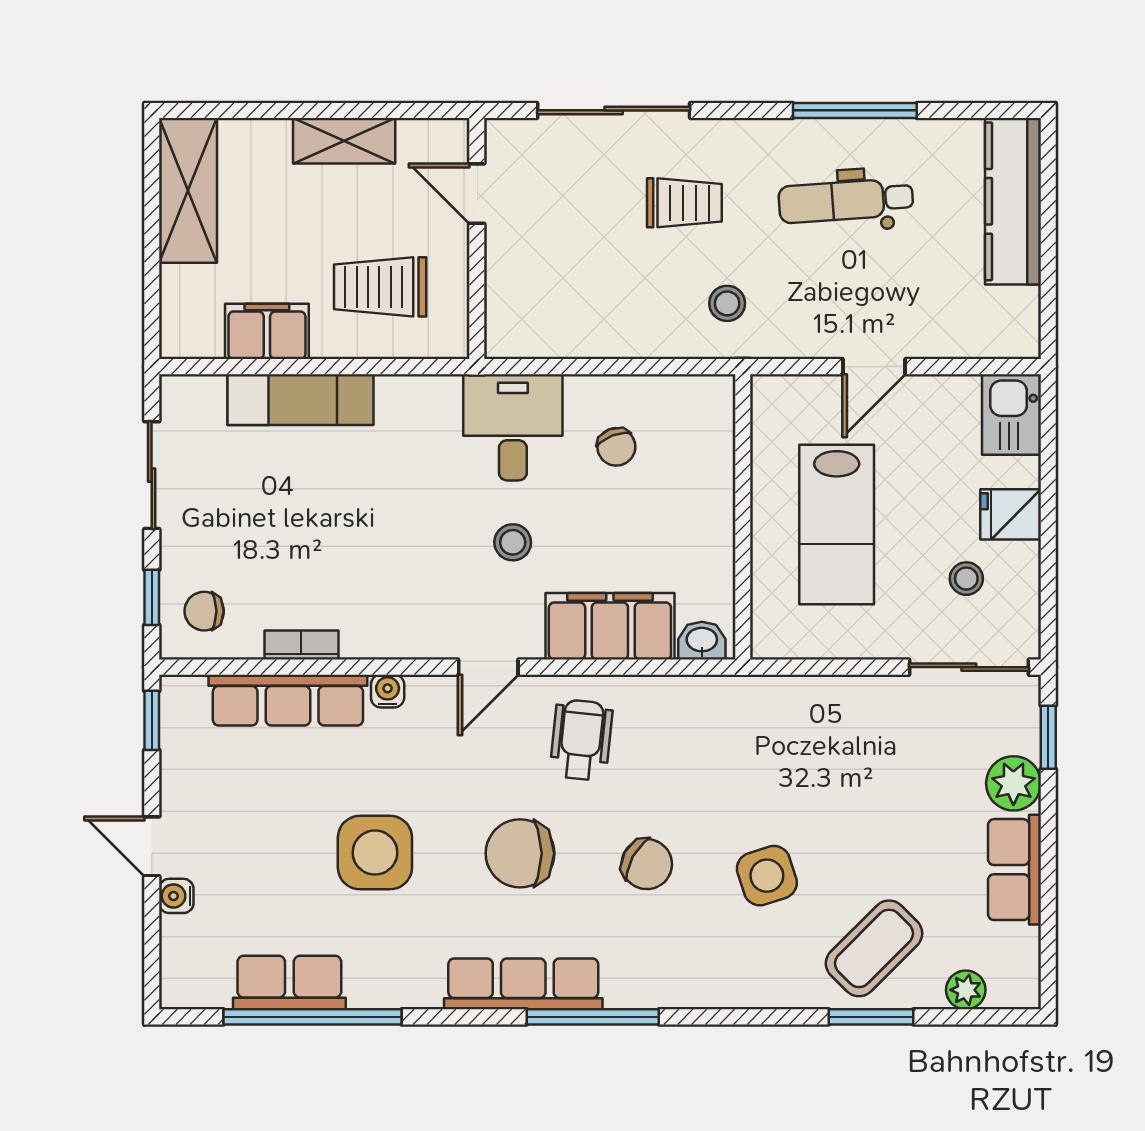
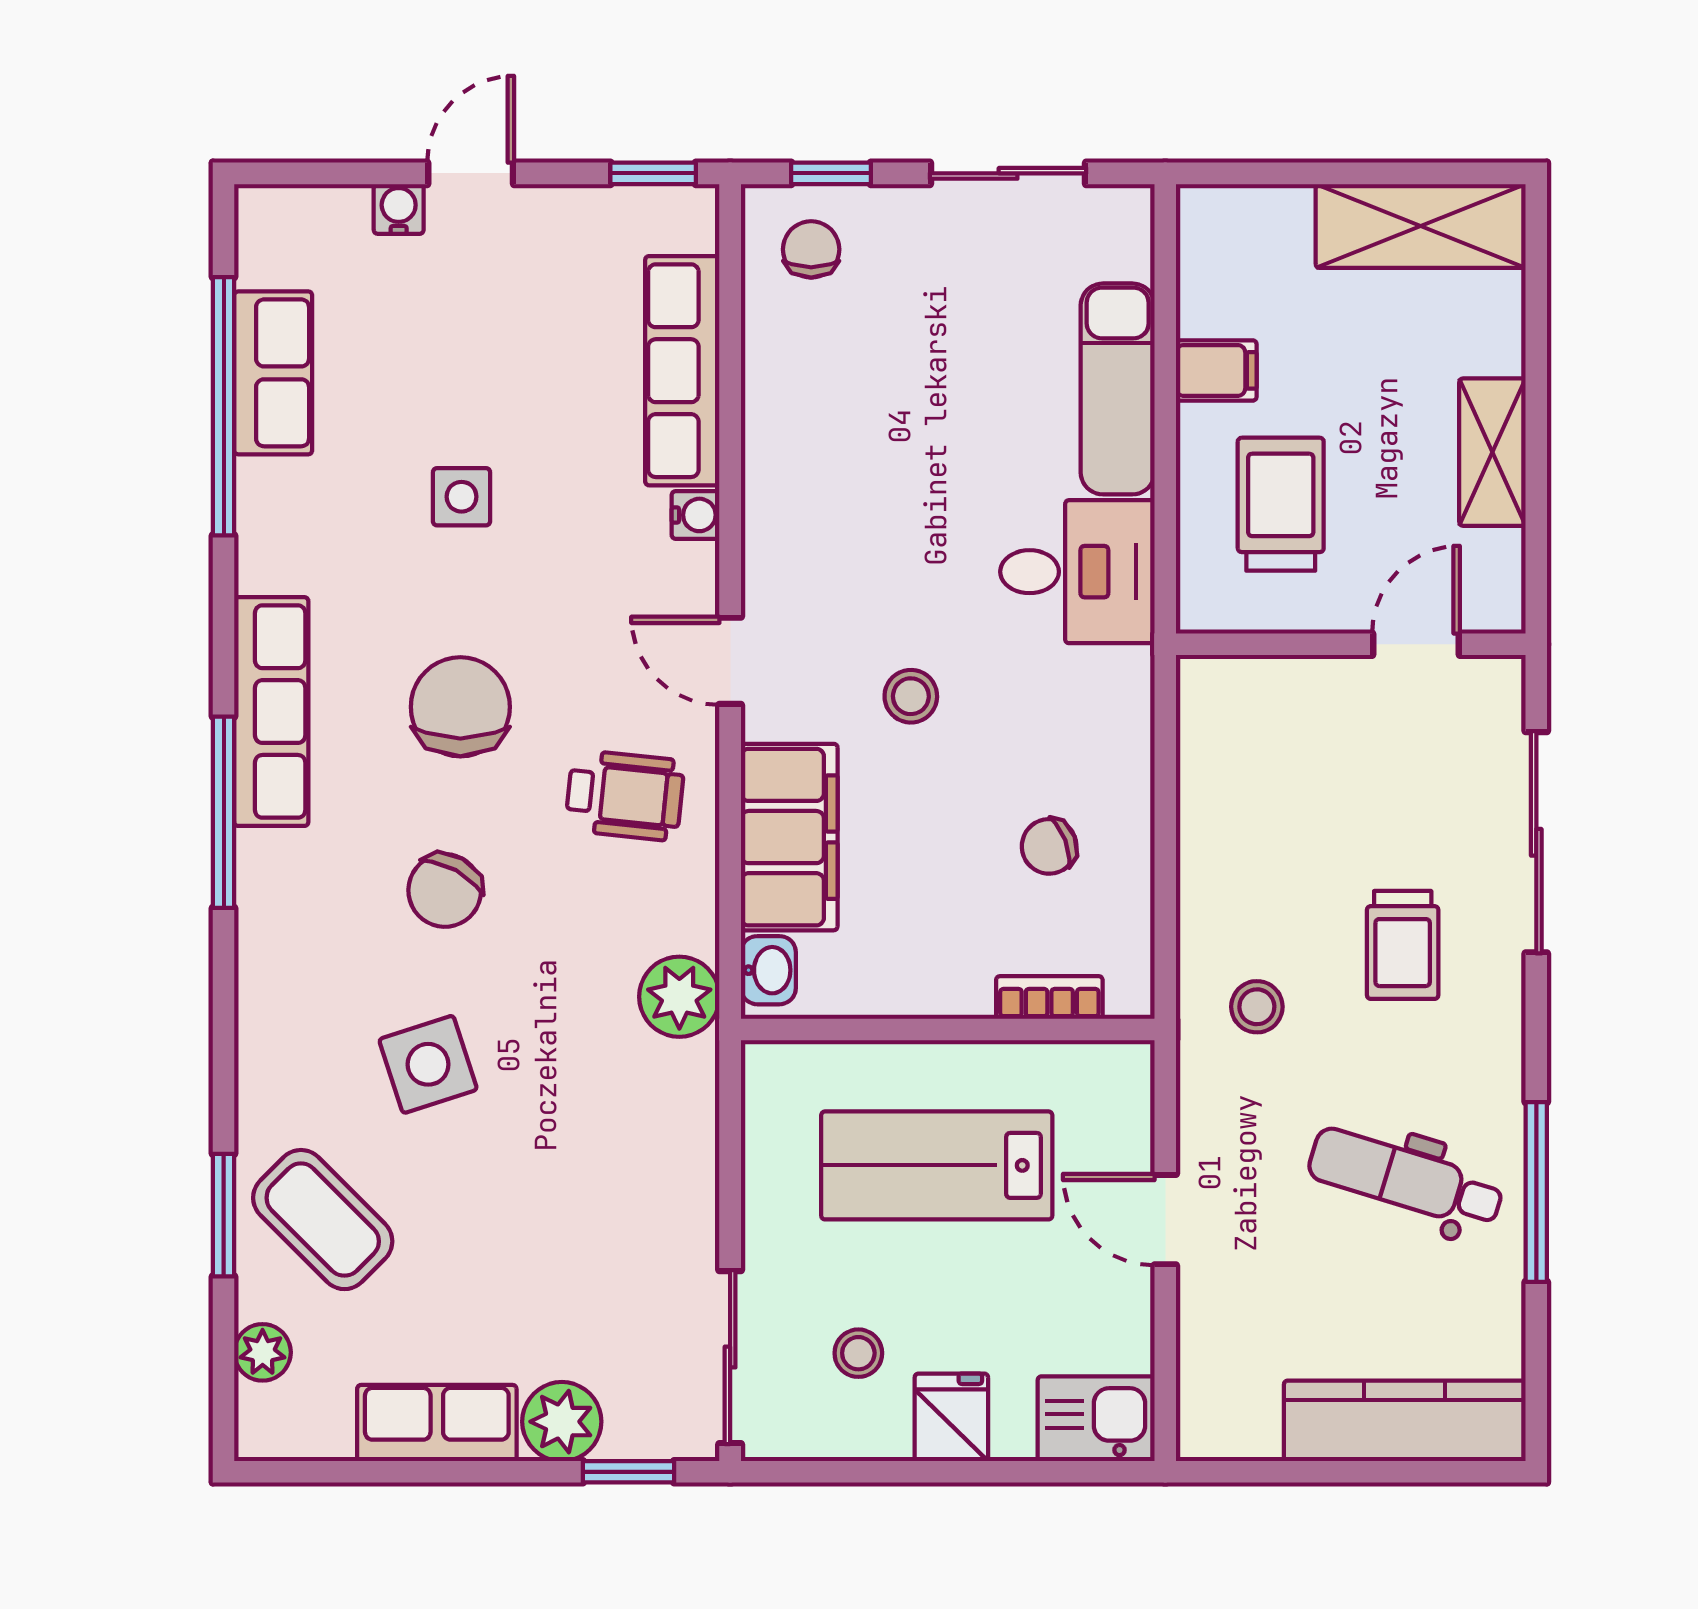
dental chair: (846, 201) -> (1406, 1179), turned -69
filing cabinet: (267, 331) -> (1216, 370), width x0.50
desk: (513, 427) -> (1077, 572), moved
bookcase: (301, 645) -> (1049, 997), moved, turned -90
plant: (720, 702) -> (679, 997), added
side table: (375, 853) -> (462, 497), width x0.54, depth x0.54

